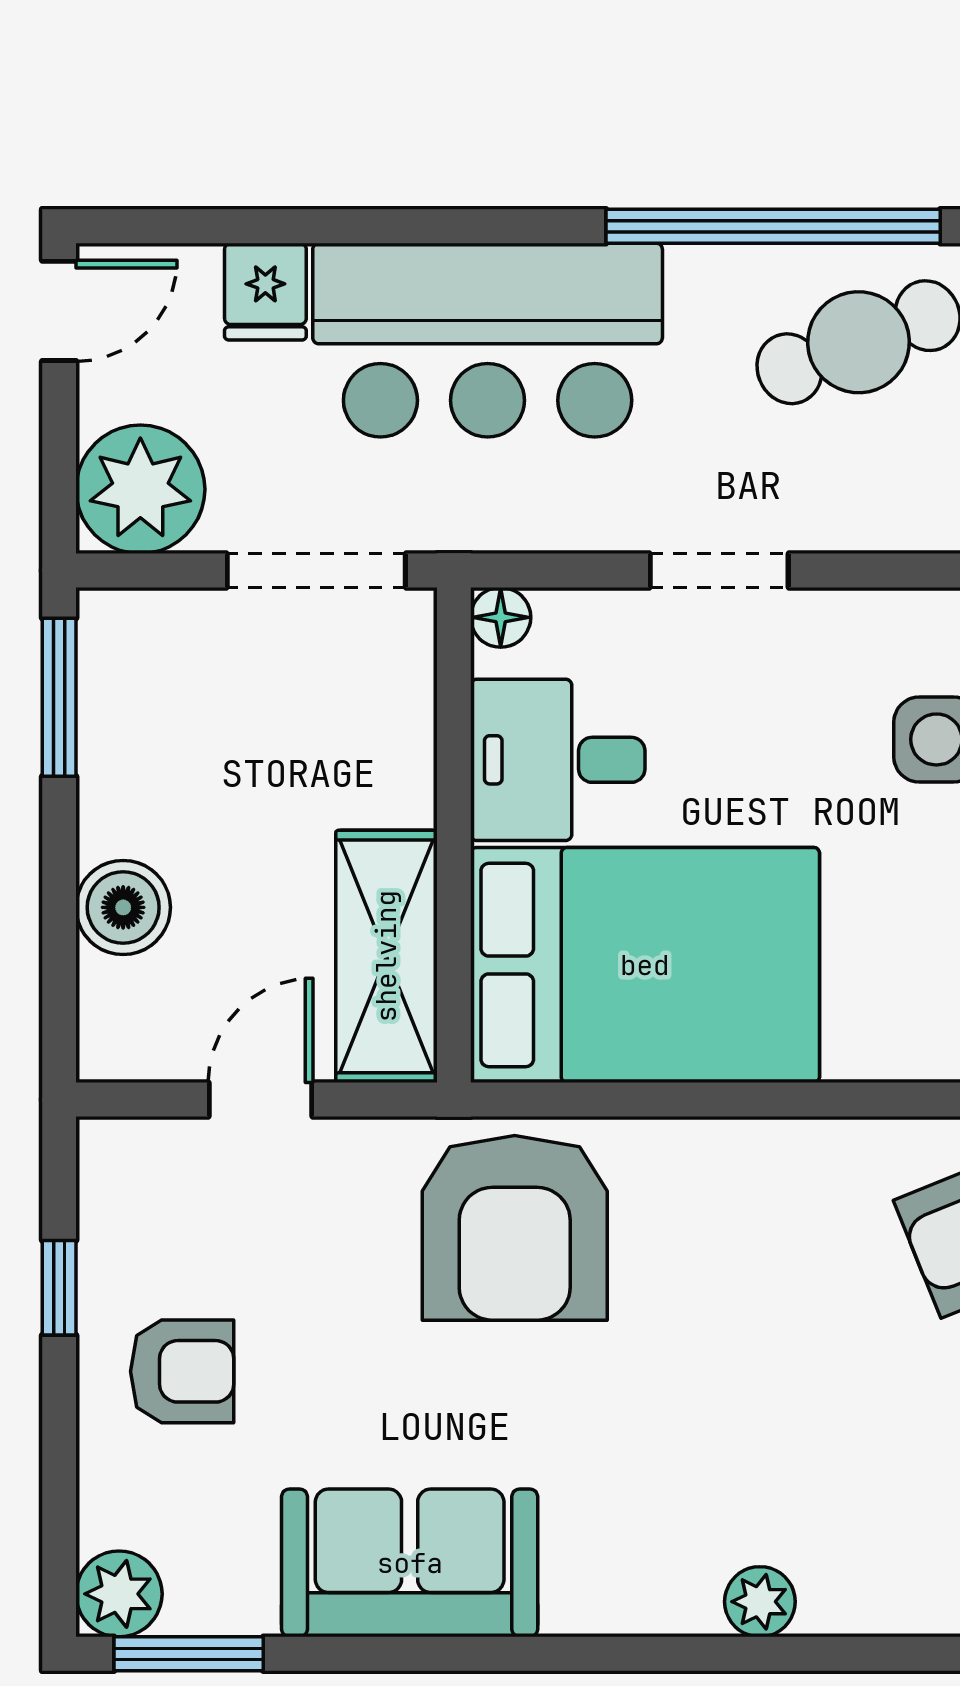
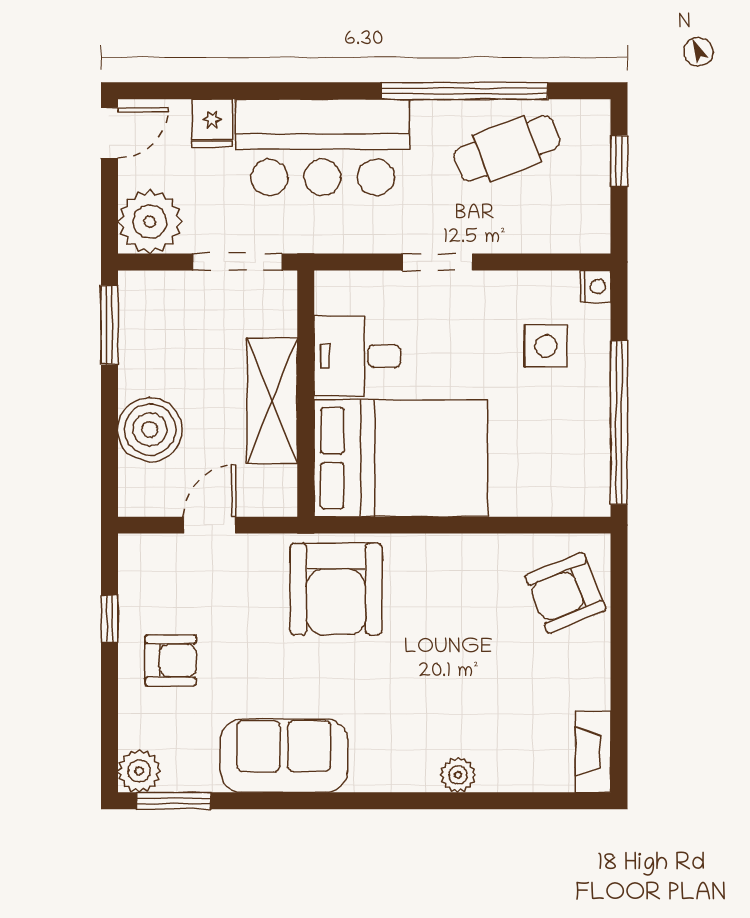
floor lamp: (501, 617) -> (329, 285), removed
boiler: (123, 907) -> (150, 430), width x1.37, depth x1.37
shelving: (386, 956) -> (272, 401), moved

